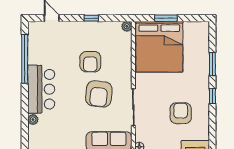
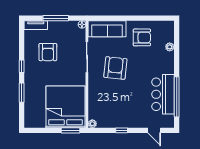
window: (166, 18) -> (71, 130), moved
armchair: (90, 62) -> (142, 37), moved, turned 90
bar counter: (41, 89) -> (163, 94), moved

